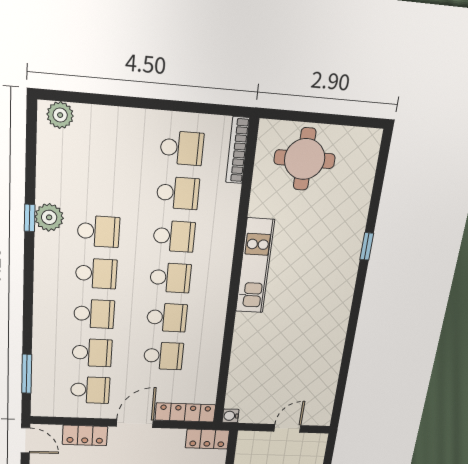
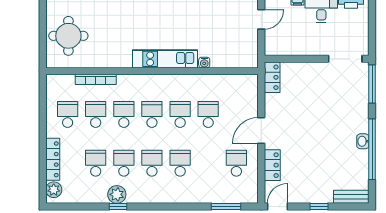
bookcase: (238, 150) -> (96, 79), moved
kitchen unit: (255, 266) -> (165, 59), moved
school desk: (92, 353) -> (96, 163), moved
locker: (185, 412) -> (53, 159), moved, turned 180
water cooler: (230, 416) -> (204, 63), moved
door: (135, 423) -> (261, 130), hinge flipped
door: (287, 428) -> (261, 19), swing flipped

